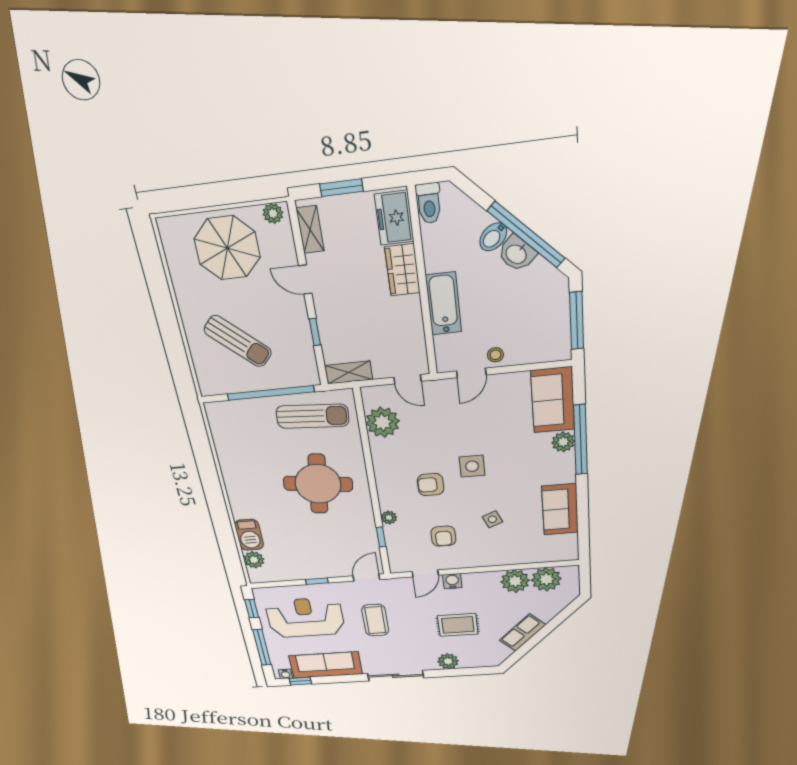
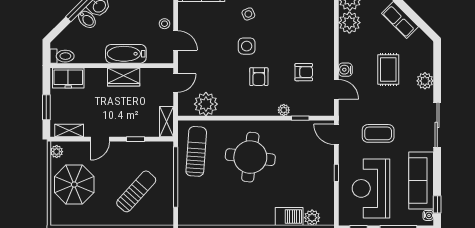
wardrobe: (402, 270) -> (124, 77), moved
side table: (492, 519) -> (248, 14), moved

